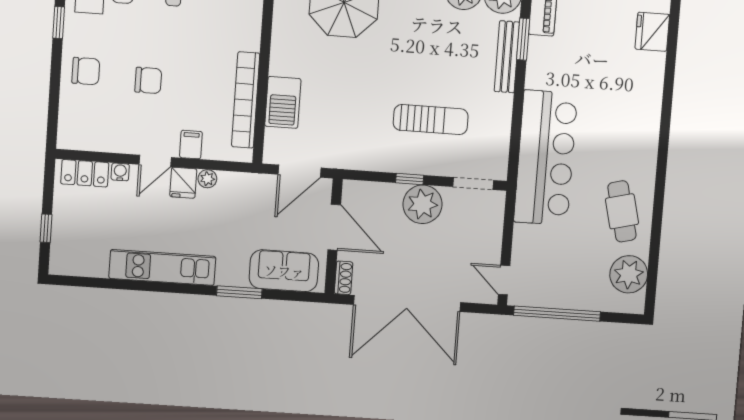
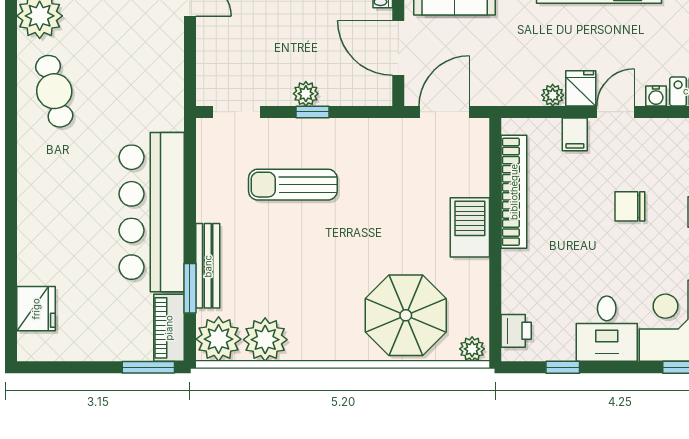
barbecue: (283, 102) -> (470, 227), moved
bar counter: (546, 158) -> (152, 212), moved
plant: (423, 204) -> (306, 94), width x0.53, depth x0.53

